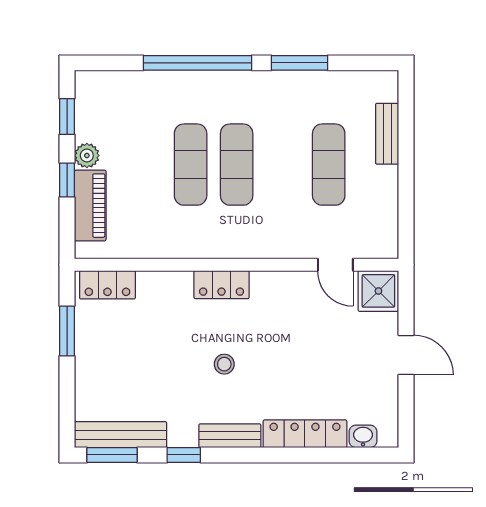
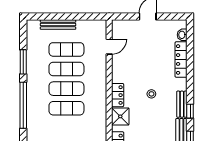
bench: (387, 134) -> (58, 25), width x1.36
exercise mat: (283, 165) -> (66, 69), added
shower: (378, 291) -> (120, 116), moved
bench: (230, 436) -> (182, 104), moved

